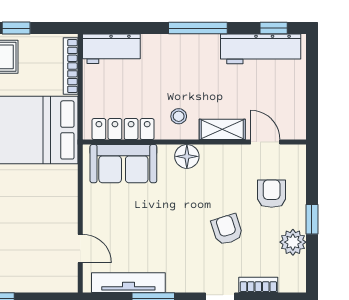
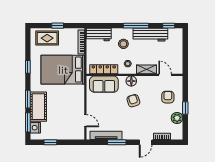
workbench: (261, 49) -> (150, 35), moved
stool: (169, 70) -> (123, 44), added
armchair: (227, 229) -> (133, 101), moved

